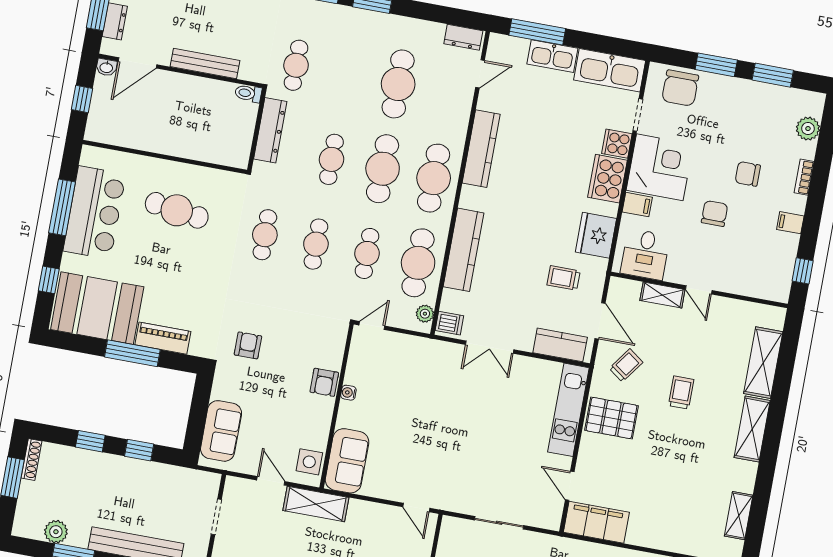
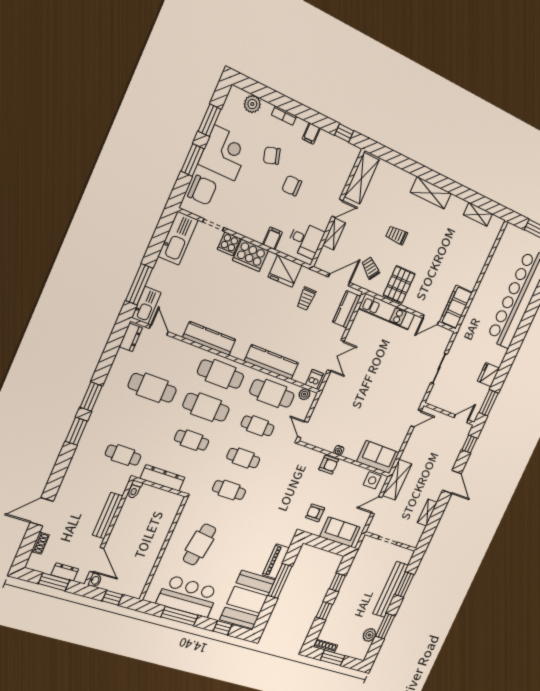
kitchen sink: (552, 56) -> (146, 305), moved
corner desk: (660, 167) -> (224, 153), moved, turned 90
chair: (748, 174) -> (272, 156), turned 73
armchair: (248, 345) -> (315, 513), moved
shelving: (763, 363) -> (362, 178), moved, turned 90

